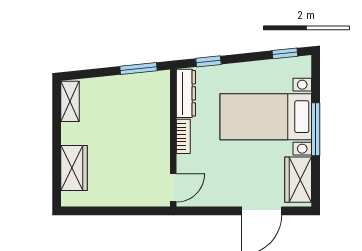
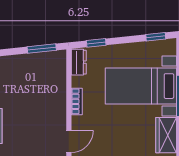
dresser: (186, 93) -> (79, 62), width x0.70

